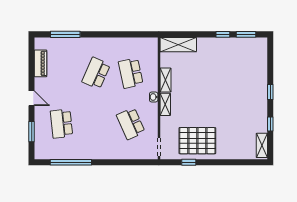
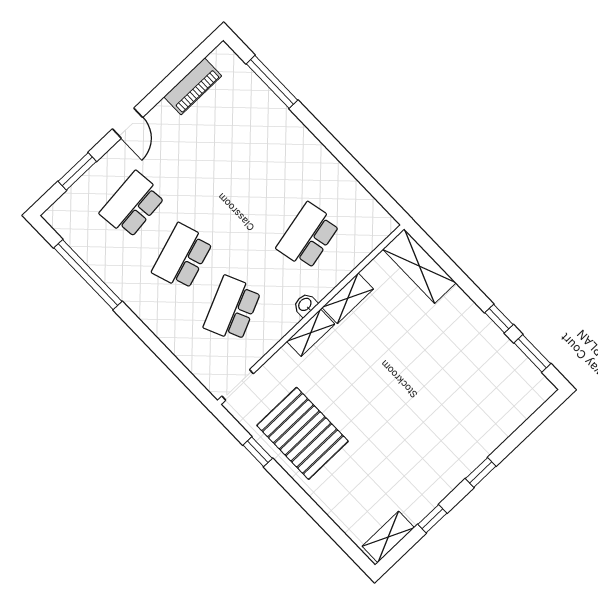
school desk: (96, 73) -> (182, 257), moved, turned -42

